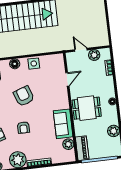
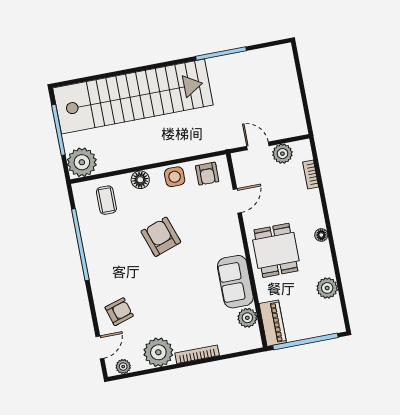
dining table: (87, 108) -> (276, 250), turned 90
armchair: (23, 128) -> (207, 174), moved

